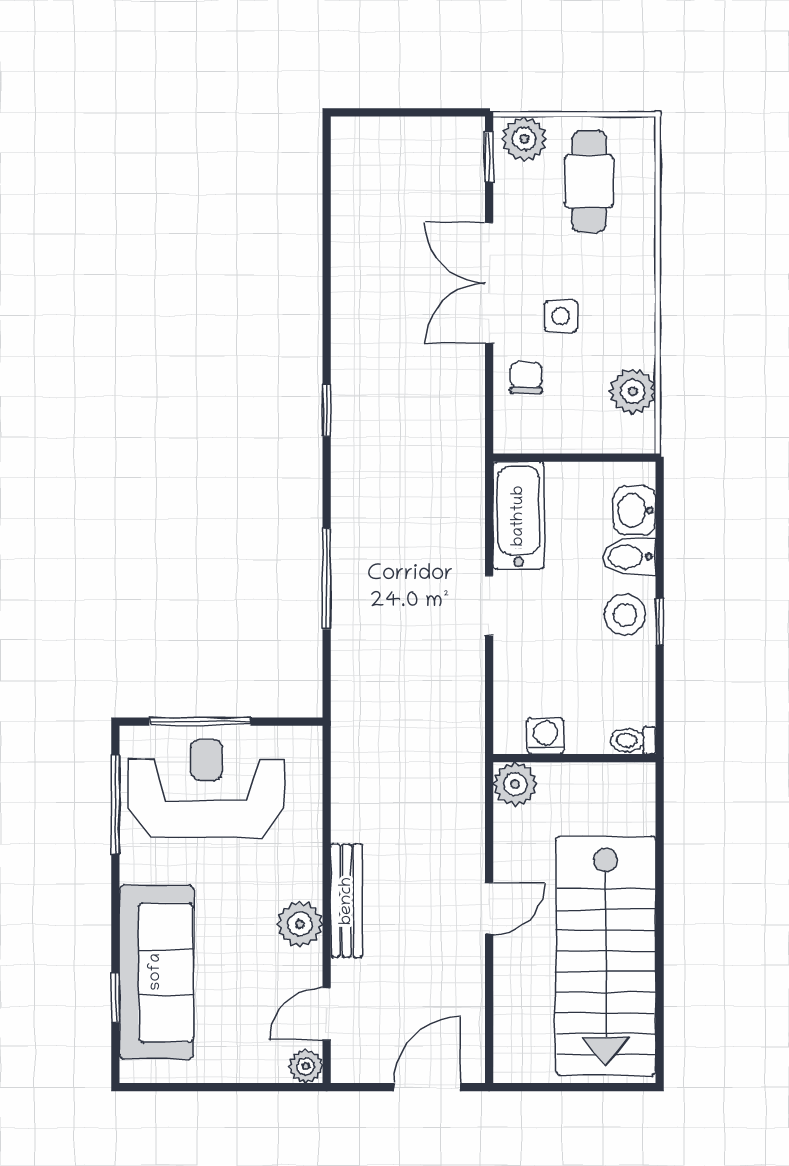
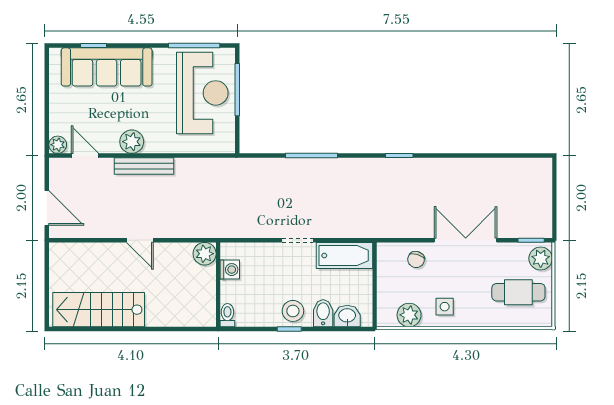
side table: (561, 316) -> (445, 307), moved
chair: (526, 378) -> (416, 260), turned 106
stairs: (606, 956) -> (99, 310), width x0.73, depth x0.66

